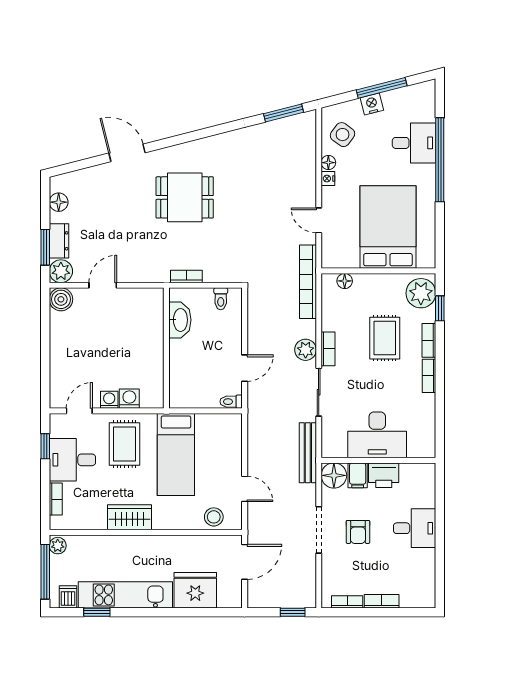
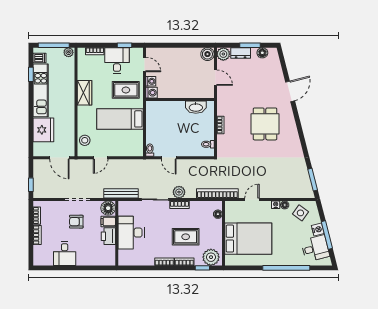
desk: (414, 143) -> (315, 248), moved, turned -104
window: (45, 247) -> (250, 45), moved
washbasin: (180, 320) -> (196, 107), moved
wall: (166, 348) -> (180, 100), moved
desk: (415, 528) -> (65, 254), moved

